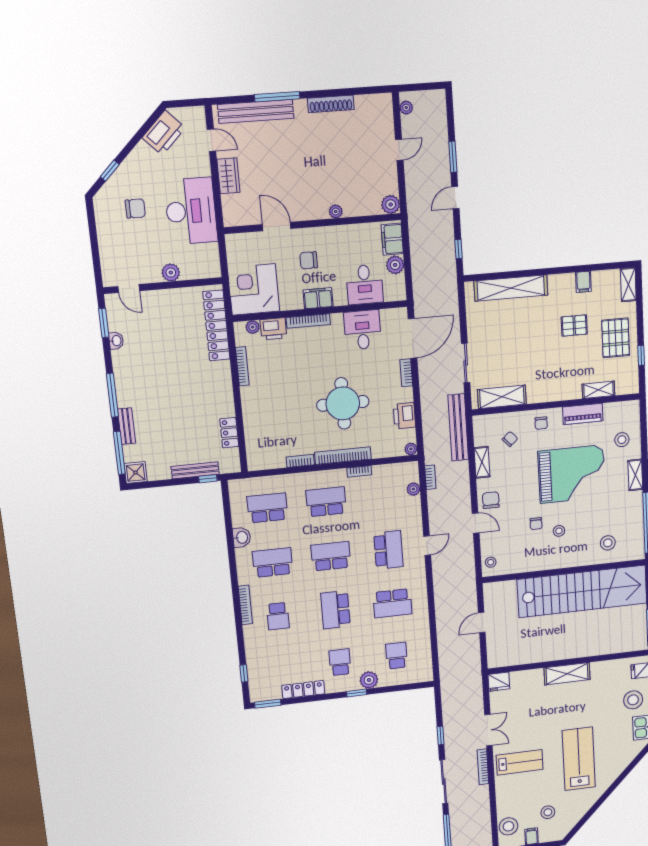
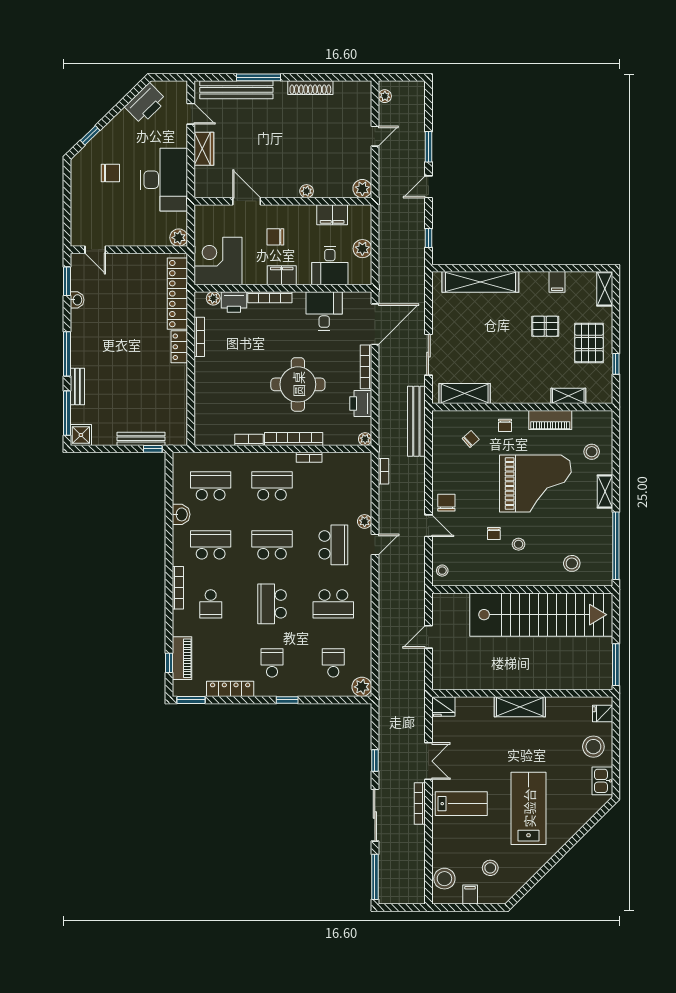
filing cabinet: (392, 239) -> (332, 215), moved, turned -90
plant: (171, 273) -> (179, 238), moved
bookcase: (406, 373) -> (366, 367), width x1.56
locker: (229, 433) -> (179, 347), moved
shelving: (482, 462) -> (439, 461), removed
plant: (413, 489) -> (365, 521), moved
piano: (256, 668) -> (182, 658), added
plant: (369, 680) -> (362, 687), moved

